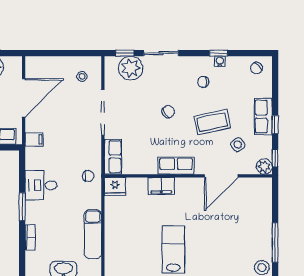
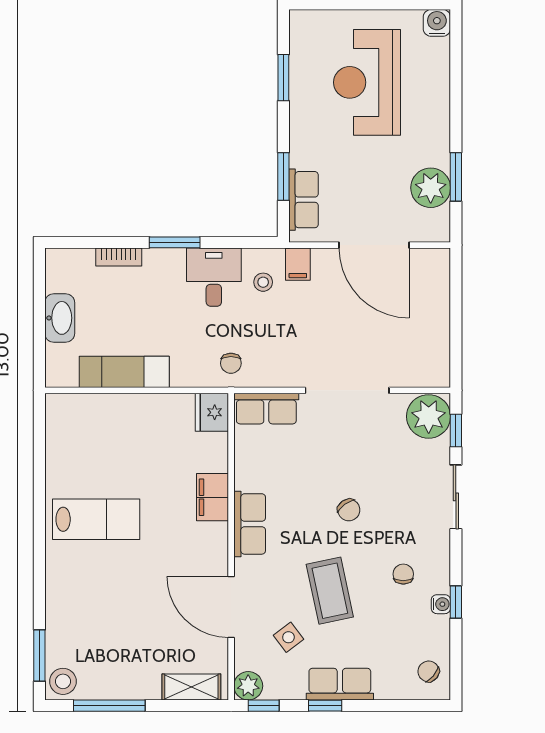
plant: (131, 68) -> (429, 416), moved
stool: (82, 76) -> (263, 282), moved
shelving: (265, 198) -> (191, 687), added

